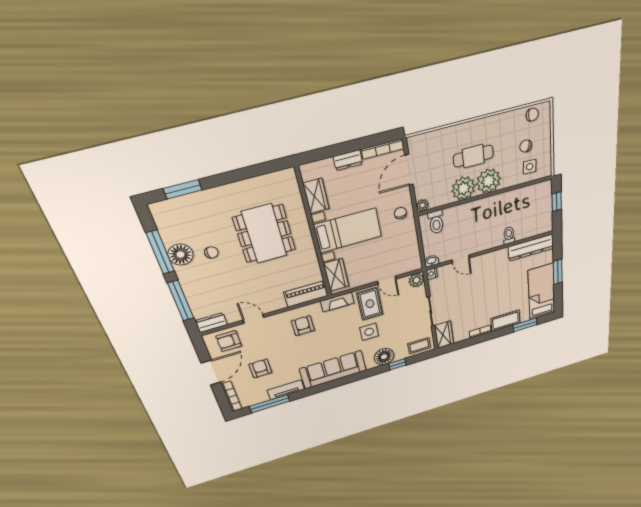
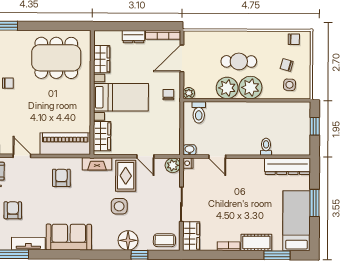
dining table: (264, 234) -> (56, 58), moved, turned 90
piano: (306, 294) -> (65, 144), width x1.37, depth x1.33
sofa: (333, 370) -> (69, 237), width x0.73

